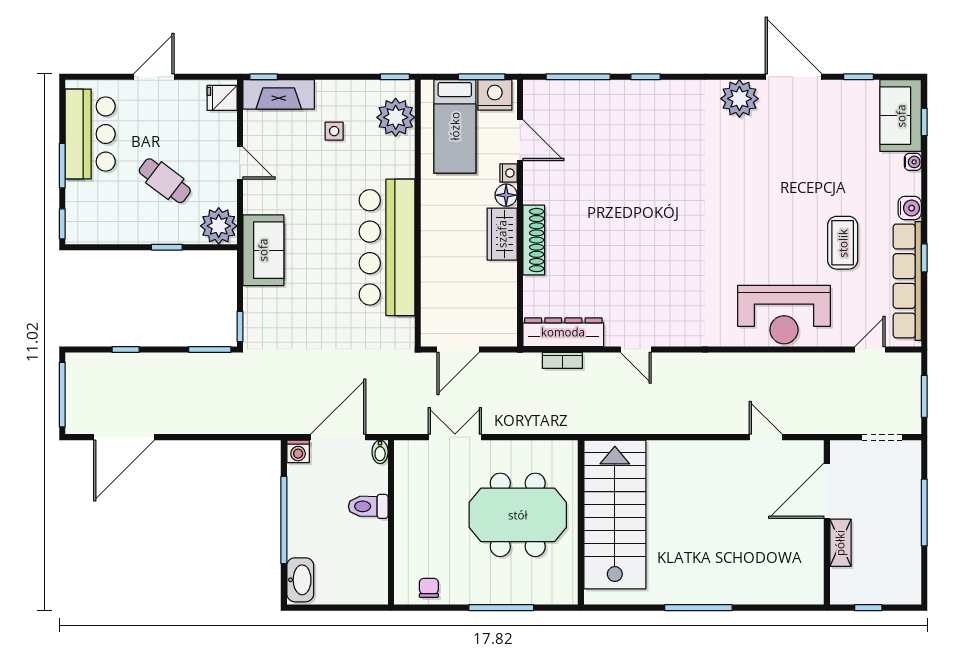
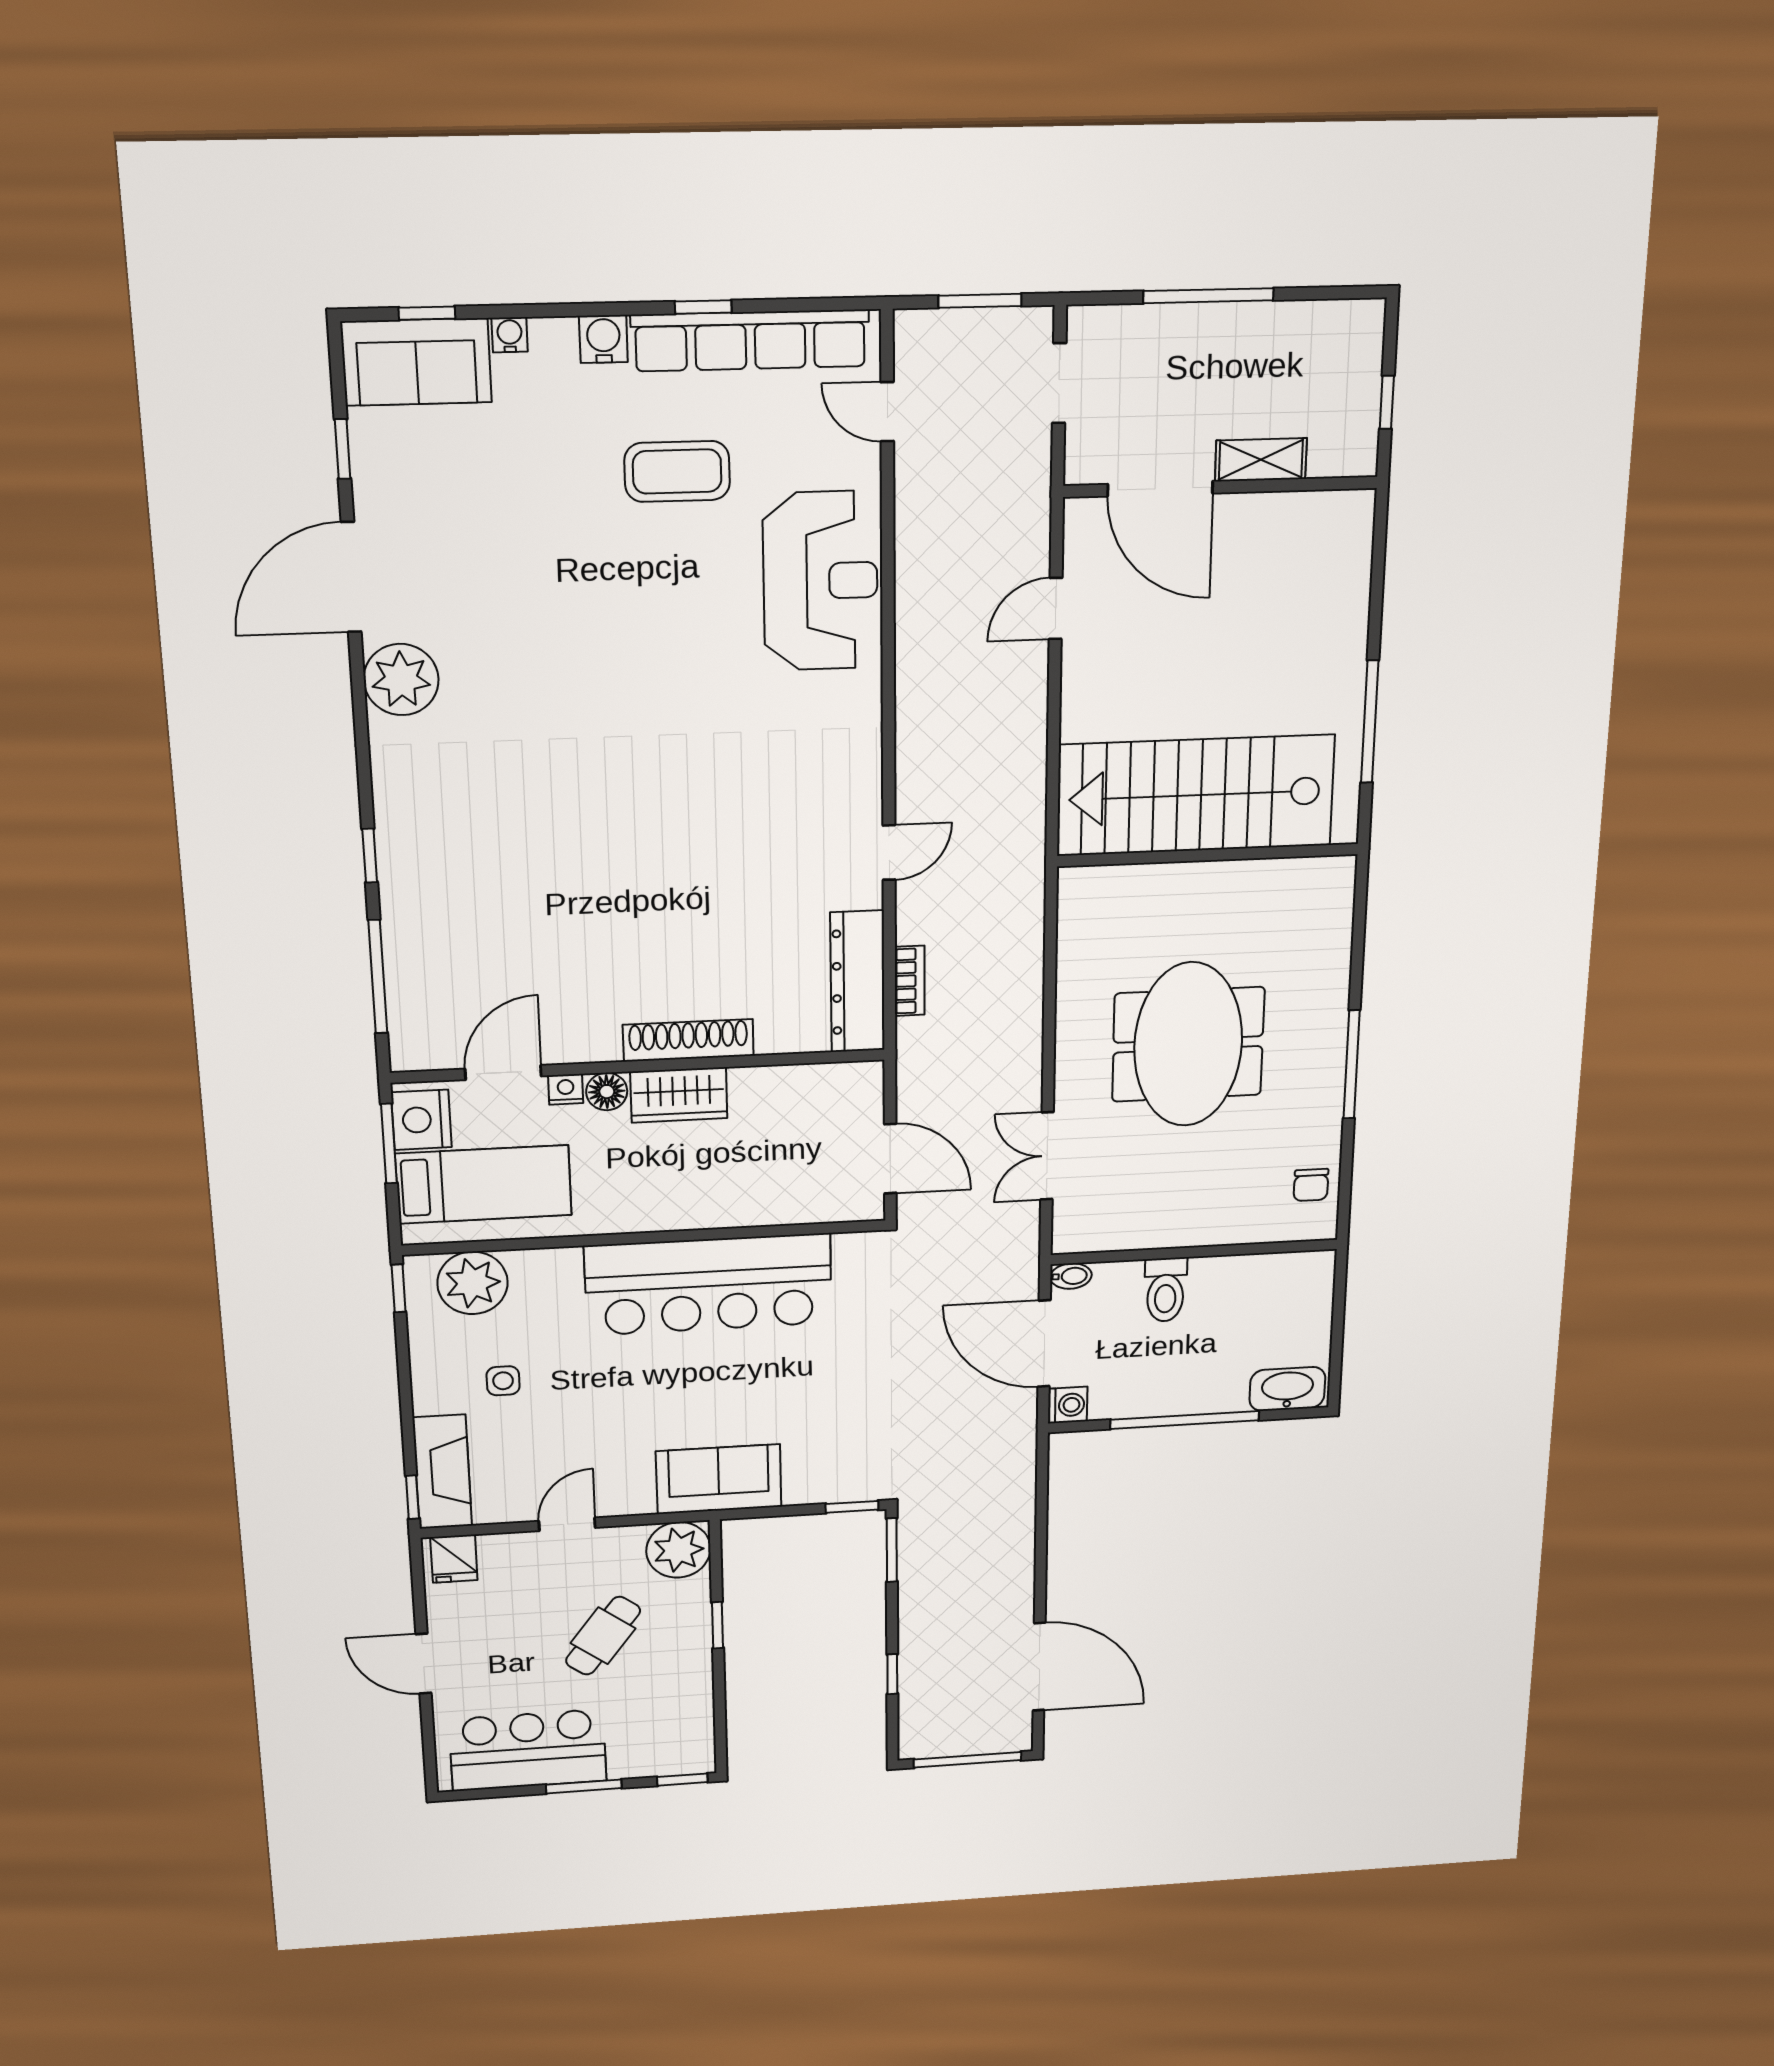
stairs: (615, 514) -> (1196, 795), moved
wall: (581, 522) -> (1208, 855), moved
chair: (429, 588) -> (1311, 1185), turned -90

